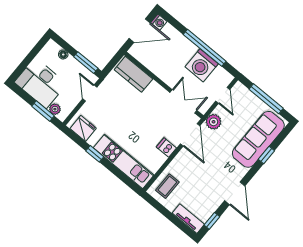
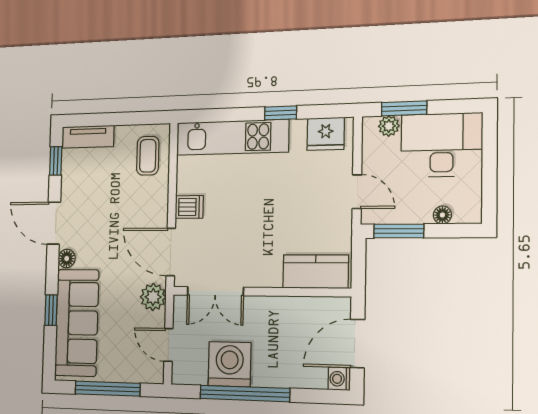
floor lamp: (241, 172) -> (67, 259), added

